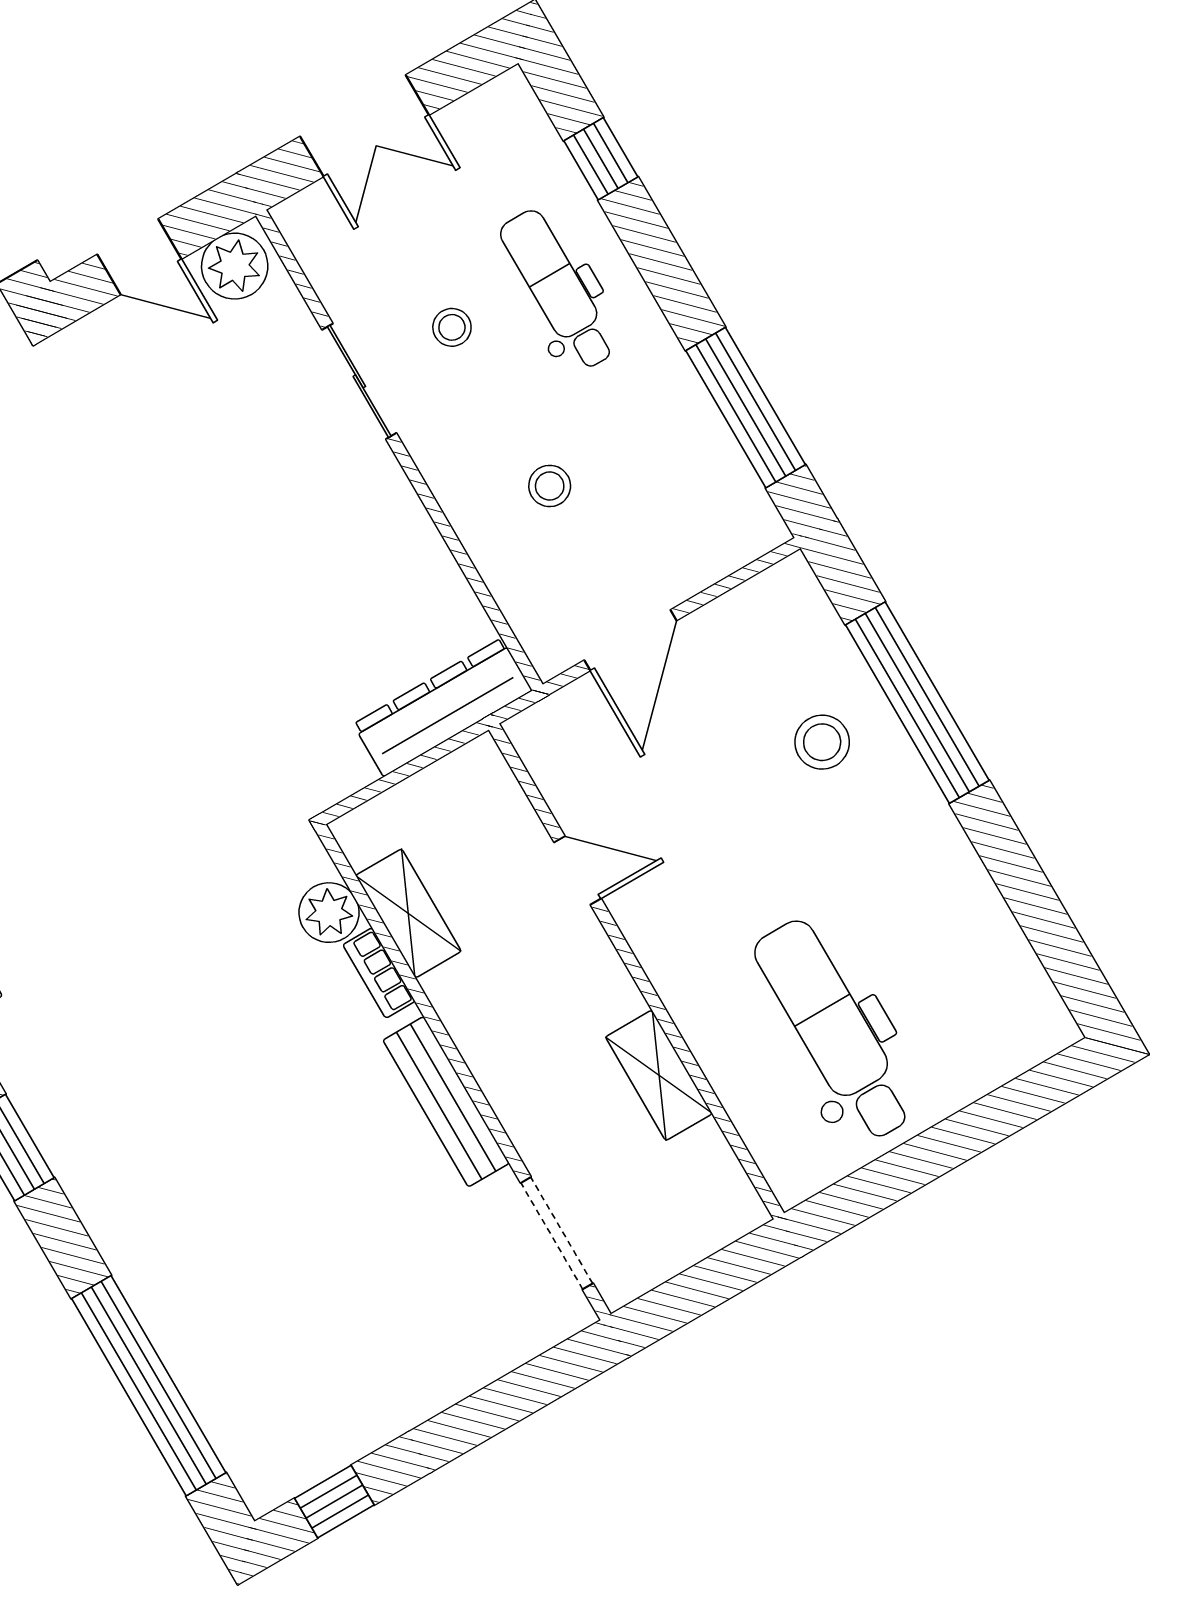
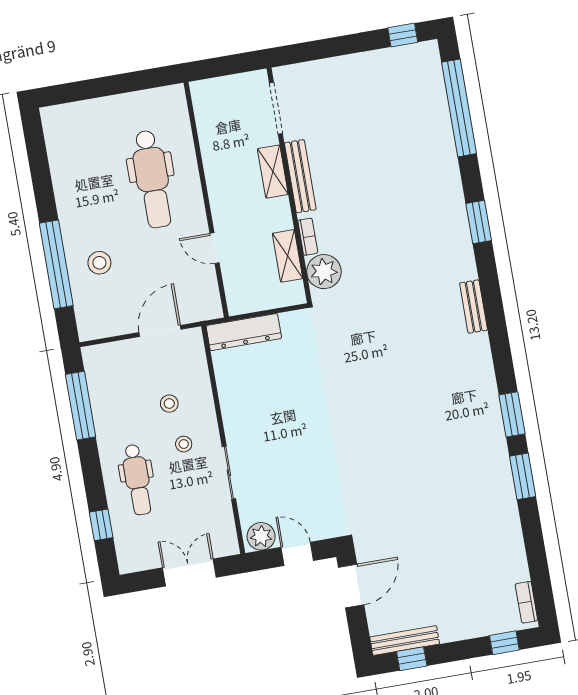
stool: (452, 327) -> (184, 444), moved
plant: (329, 913) -> (324, 272), width x1.36, depth x1.36
dental chair: (834, 1030) -> (152, 179), moved
shelving: (659, 1075) -> (273, 172), moved

